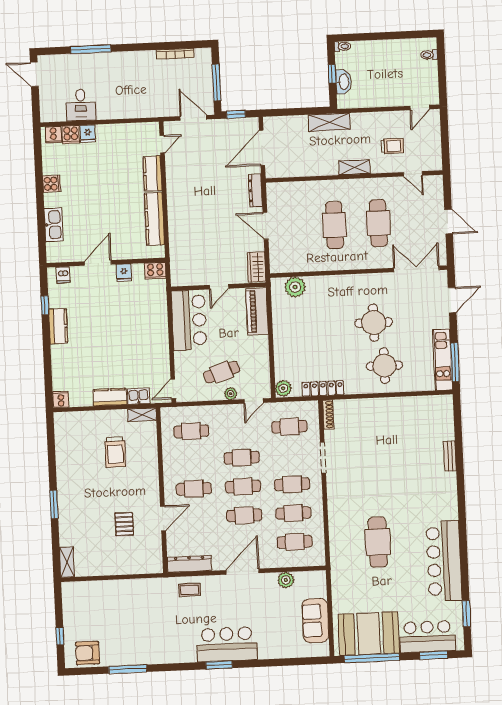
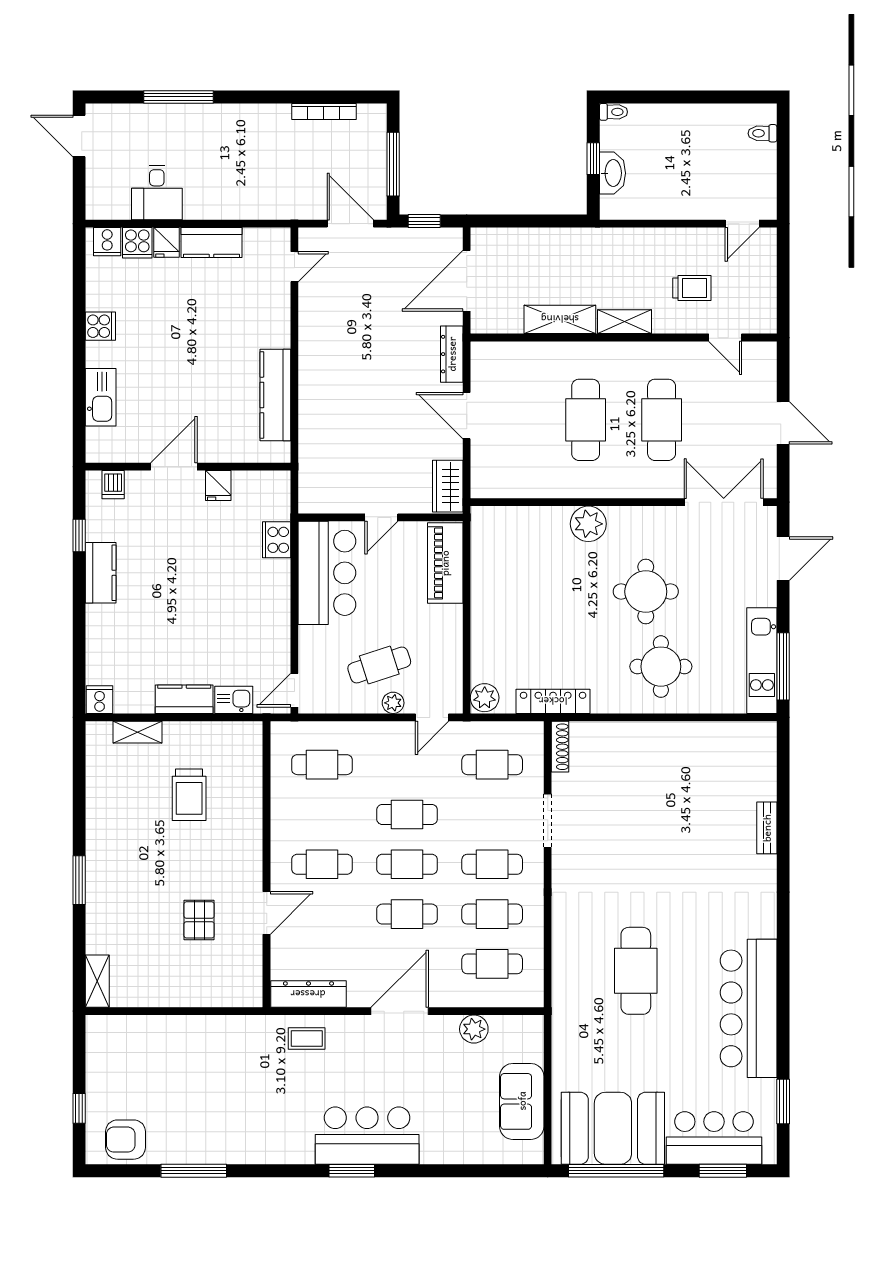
shelving: (329, 122) -> (560, 319), moved
kitchen counter: (152, 174) -> (211, 243), moved, turned -90
cooker: (155, 271) -> (277, 540), moved, turned 90
plant: (295, 287) -> (588, 524), moved
shelving: (142, 415) -> (137, 732), moved

